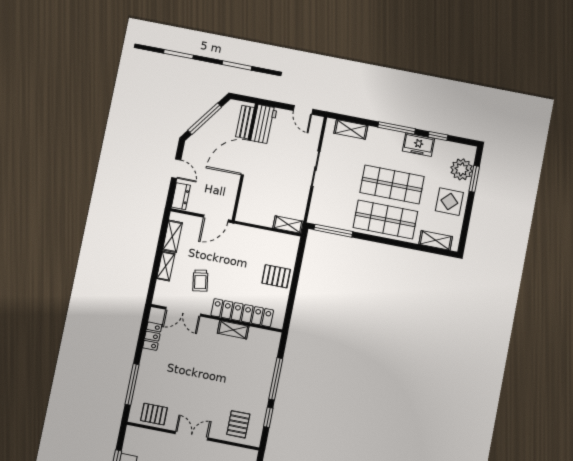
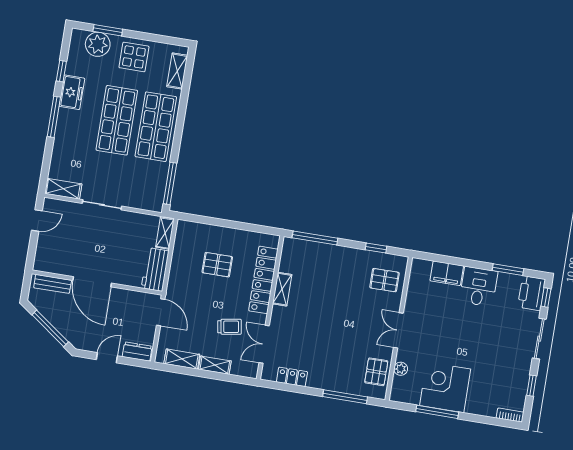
workbench: (264, 124) -> (155, 269), moved, turned -90
shelving: (351, 129) -> (63, 189), moved, turned 90
pallet: (276, 276) -> (217, 265), moved, turned 90
double door: (183, 312) -> (264, 344), swing flipped
window: (276, 379) -> (315, 238), moved
plant: (156, 437) -> (401, 369), added

